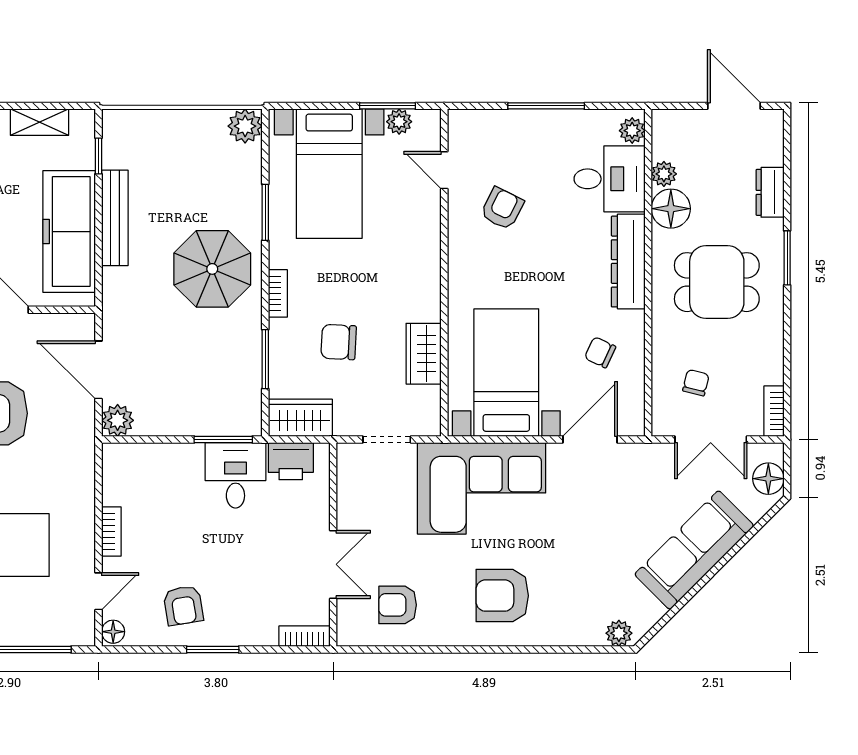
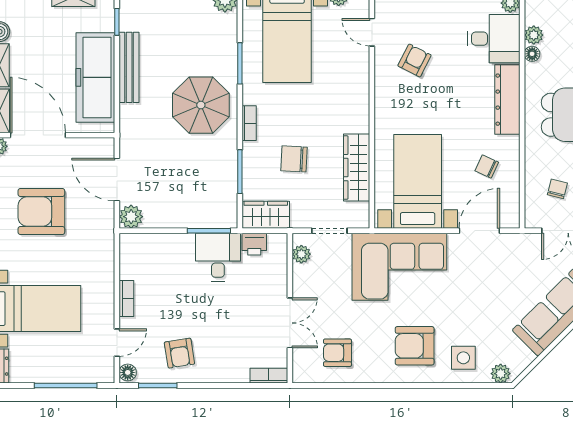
floor lamp: (671, 209) -> (532, 54), width x0.53, depth x0.53
wardrobe: (424, 354) -> (357, 168), width x1.50
printer: (291, 461) -> (254, 244), width x0.73, depth x0.81
plant: (349, 471) -> (301, 254), added
side table: (568, 612) -> (463, 358), added
window: (213, 649) -> (158, 386), moved

